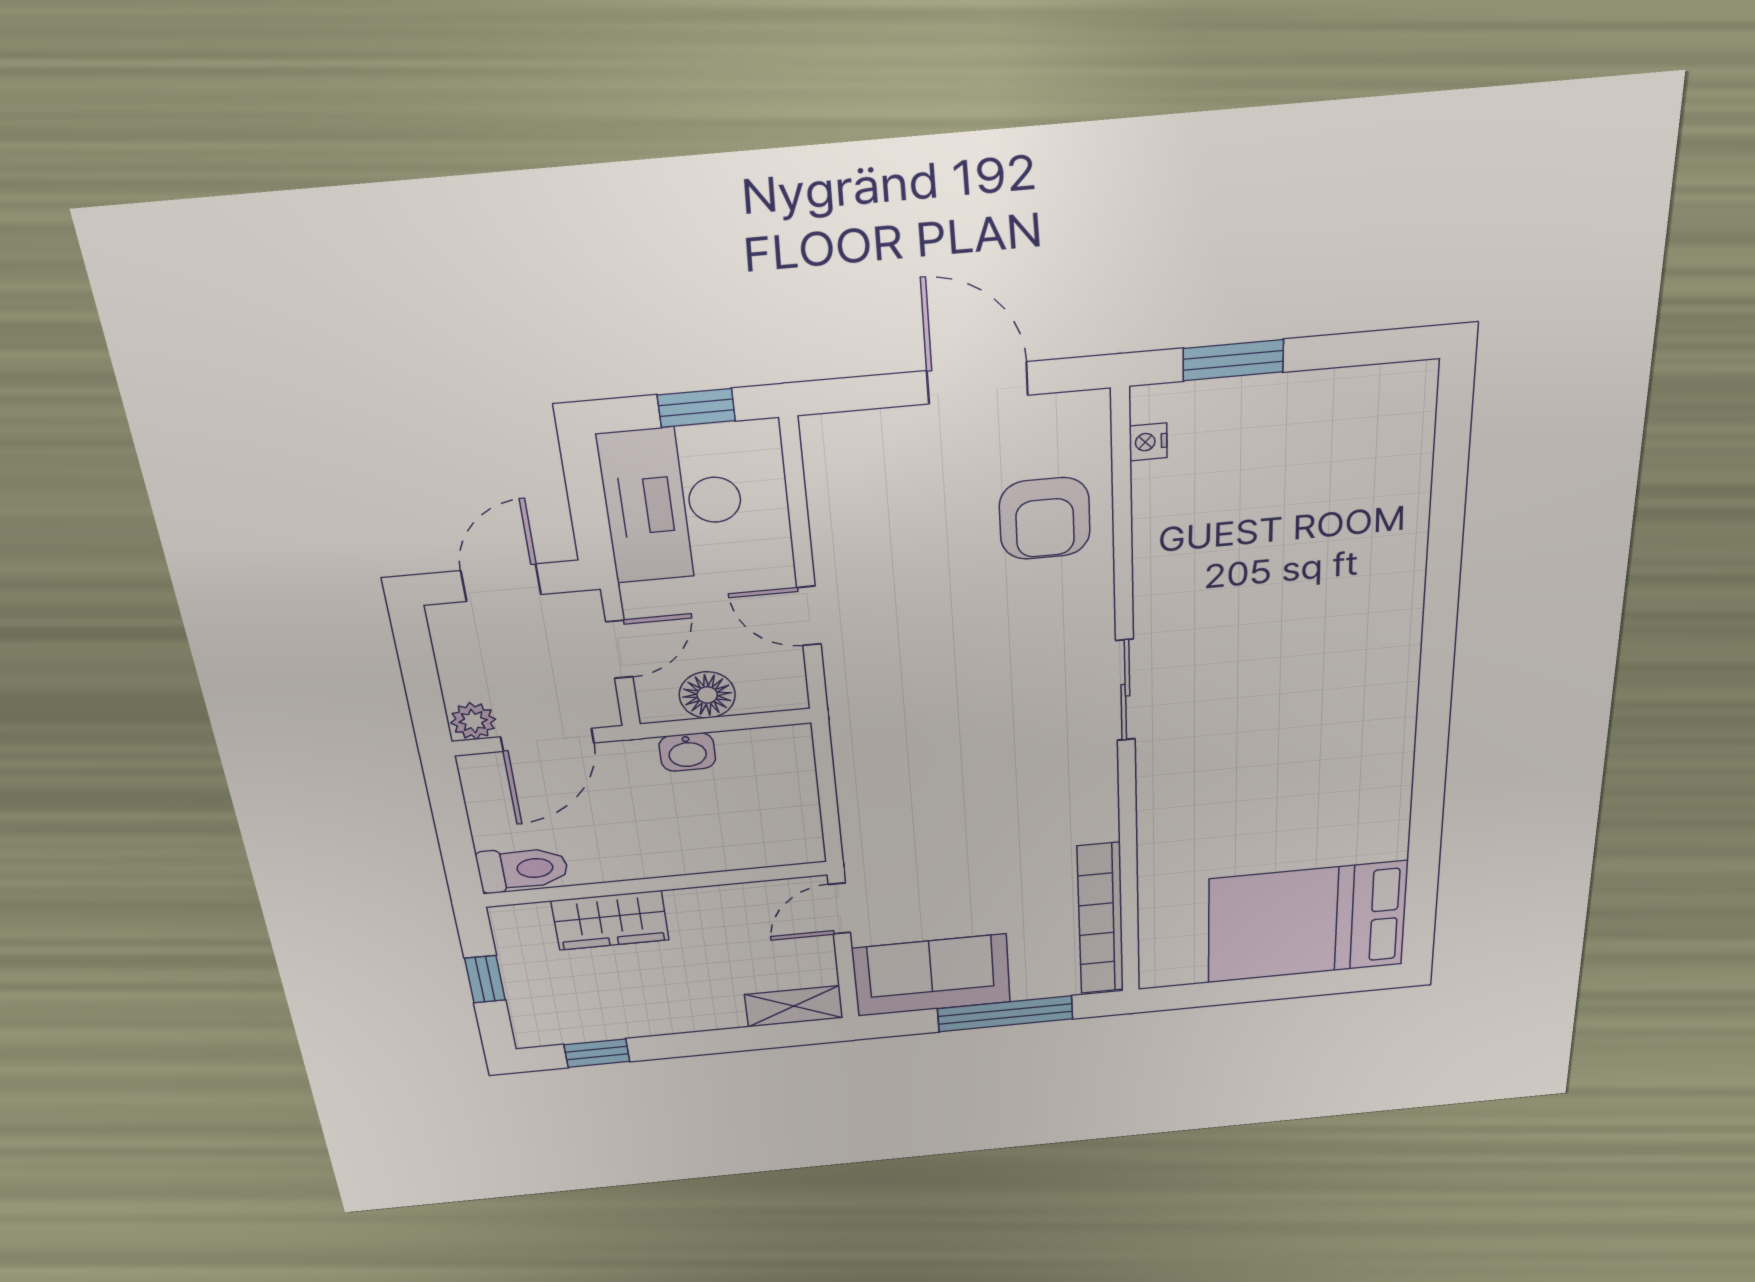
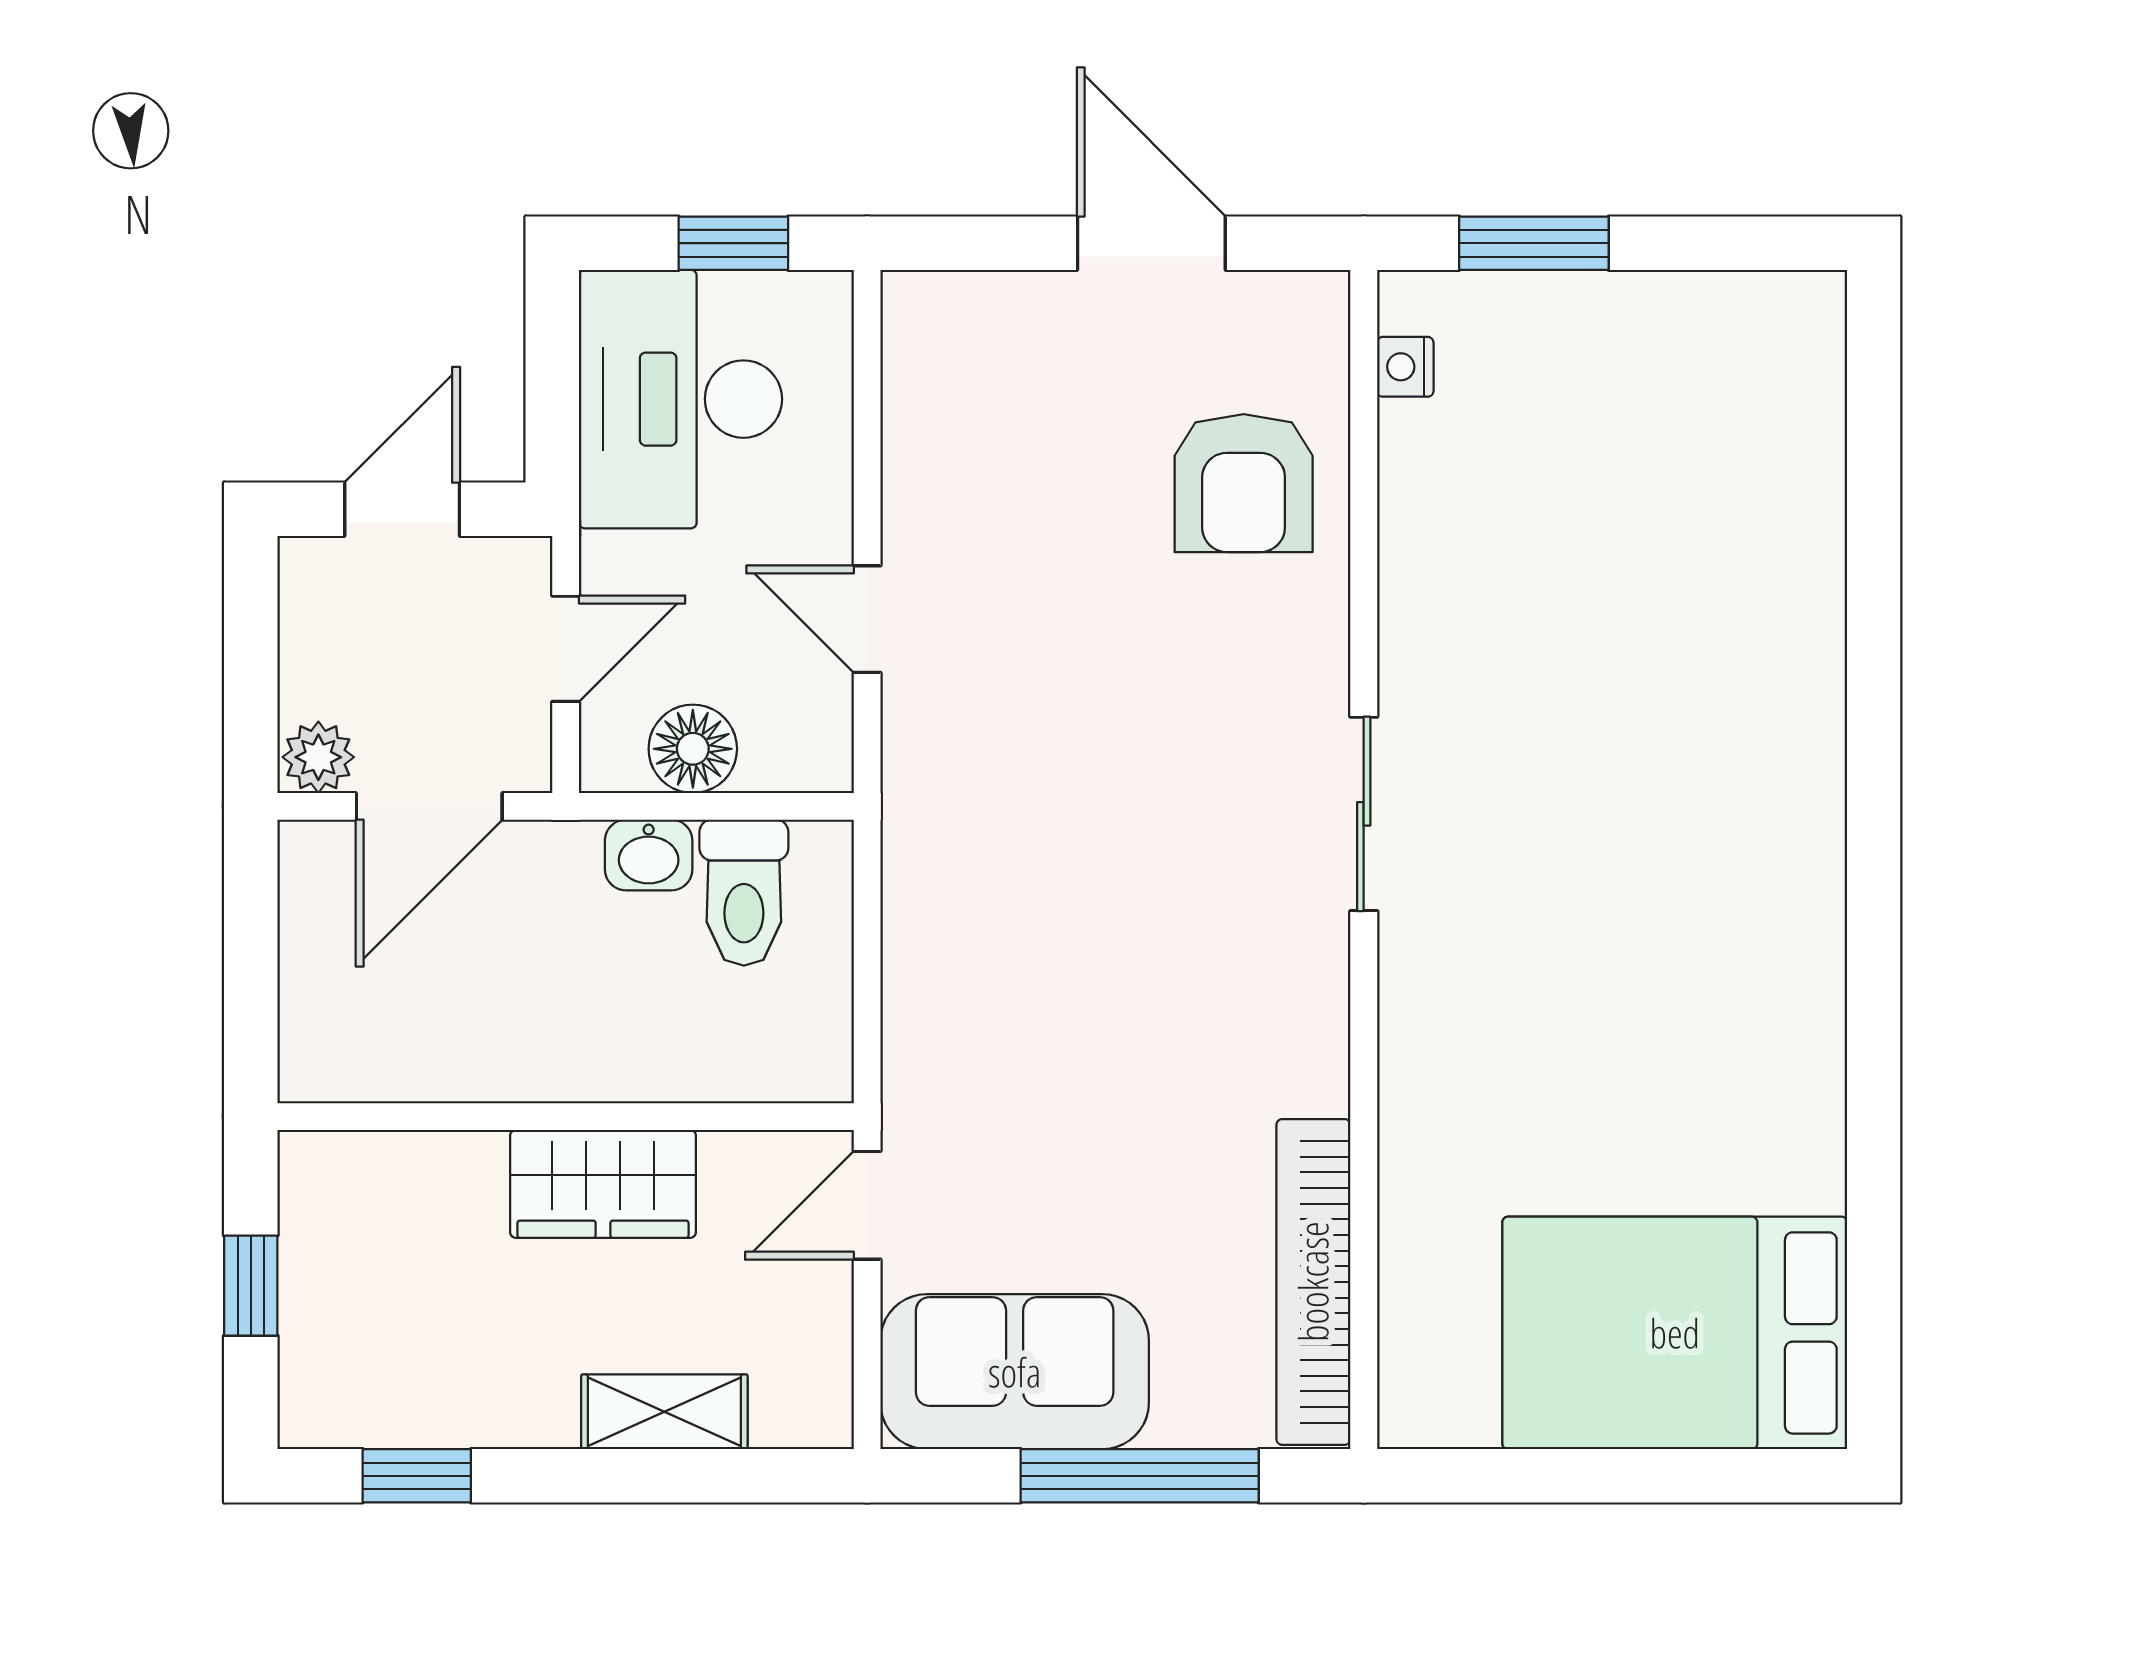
toilet: (523, 869) -> (744, 893), moved, turned 90
wardrobe: (610, 920) -> (603, 1184), moved
shelving: (794, 1006) -> (664, 1412), moved

